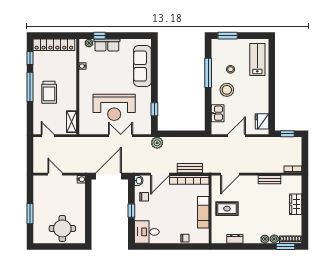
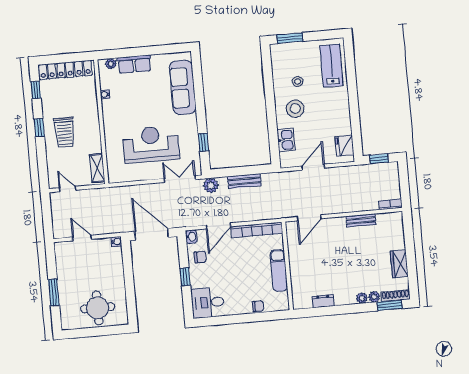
window: (99, 36) -> (124, 53), removed
window: (208, 73) -> (269, 89), removed
window: (30, 87) -> (39, 128), width x0.46
reception desk: (114, 107) -> (151, 144), turned 180
double door: (121, 136) -> (180, 179), moved
bench: (190, 168) -> (244, 181), moved
door: (109, 176) -> (152, 234), hinge flipped
wardrobe: (296, 204) -> (399, 264), moved
rug: (227, 209) -> (309, 263), removed

